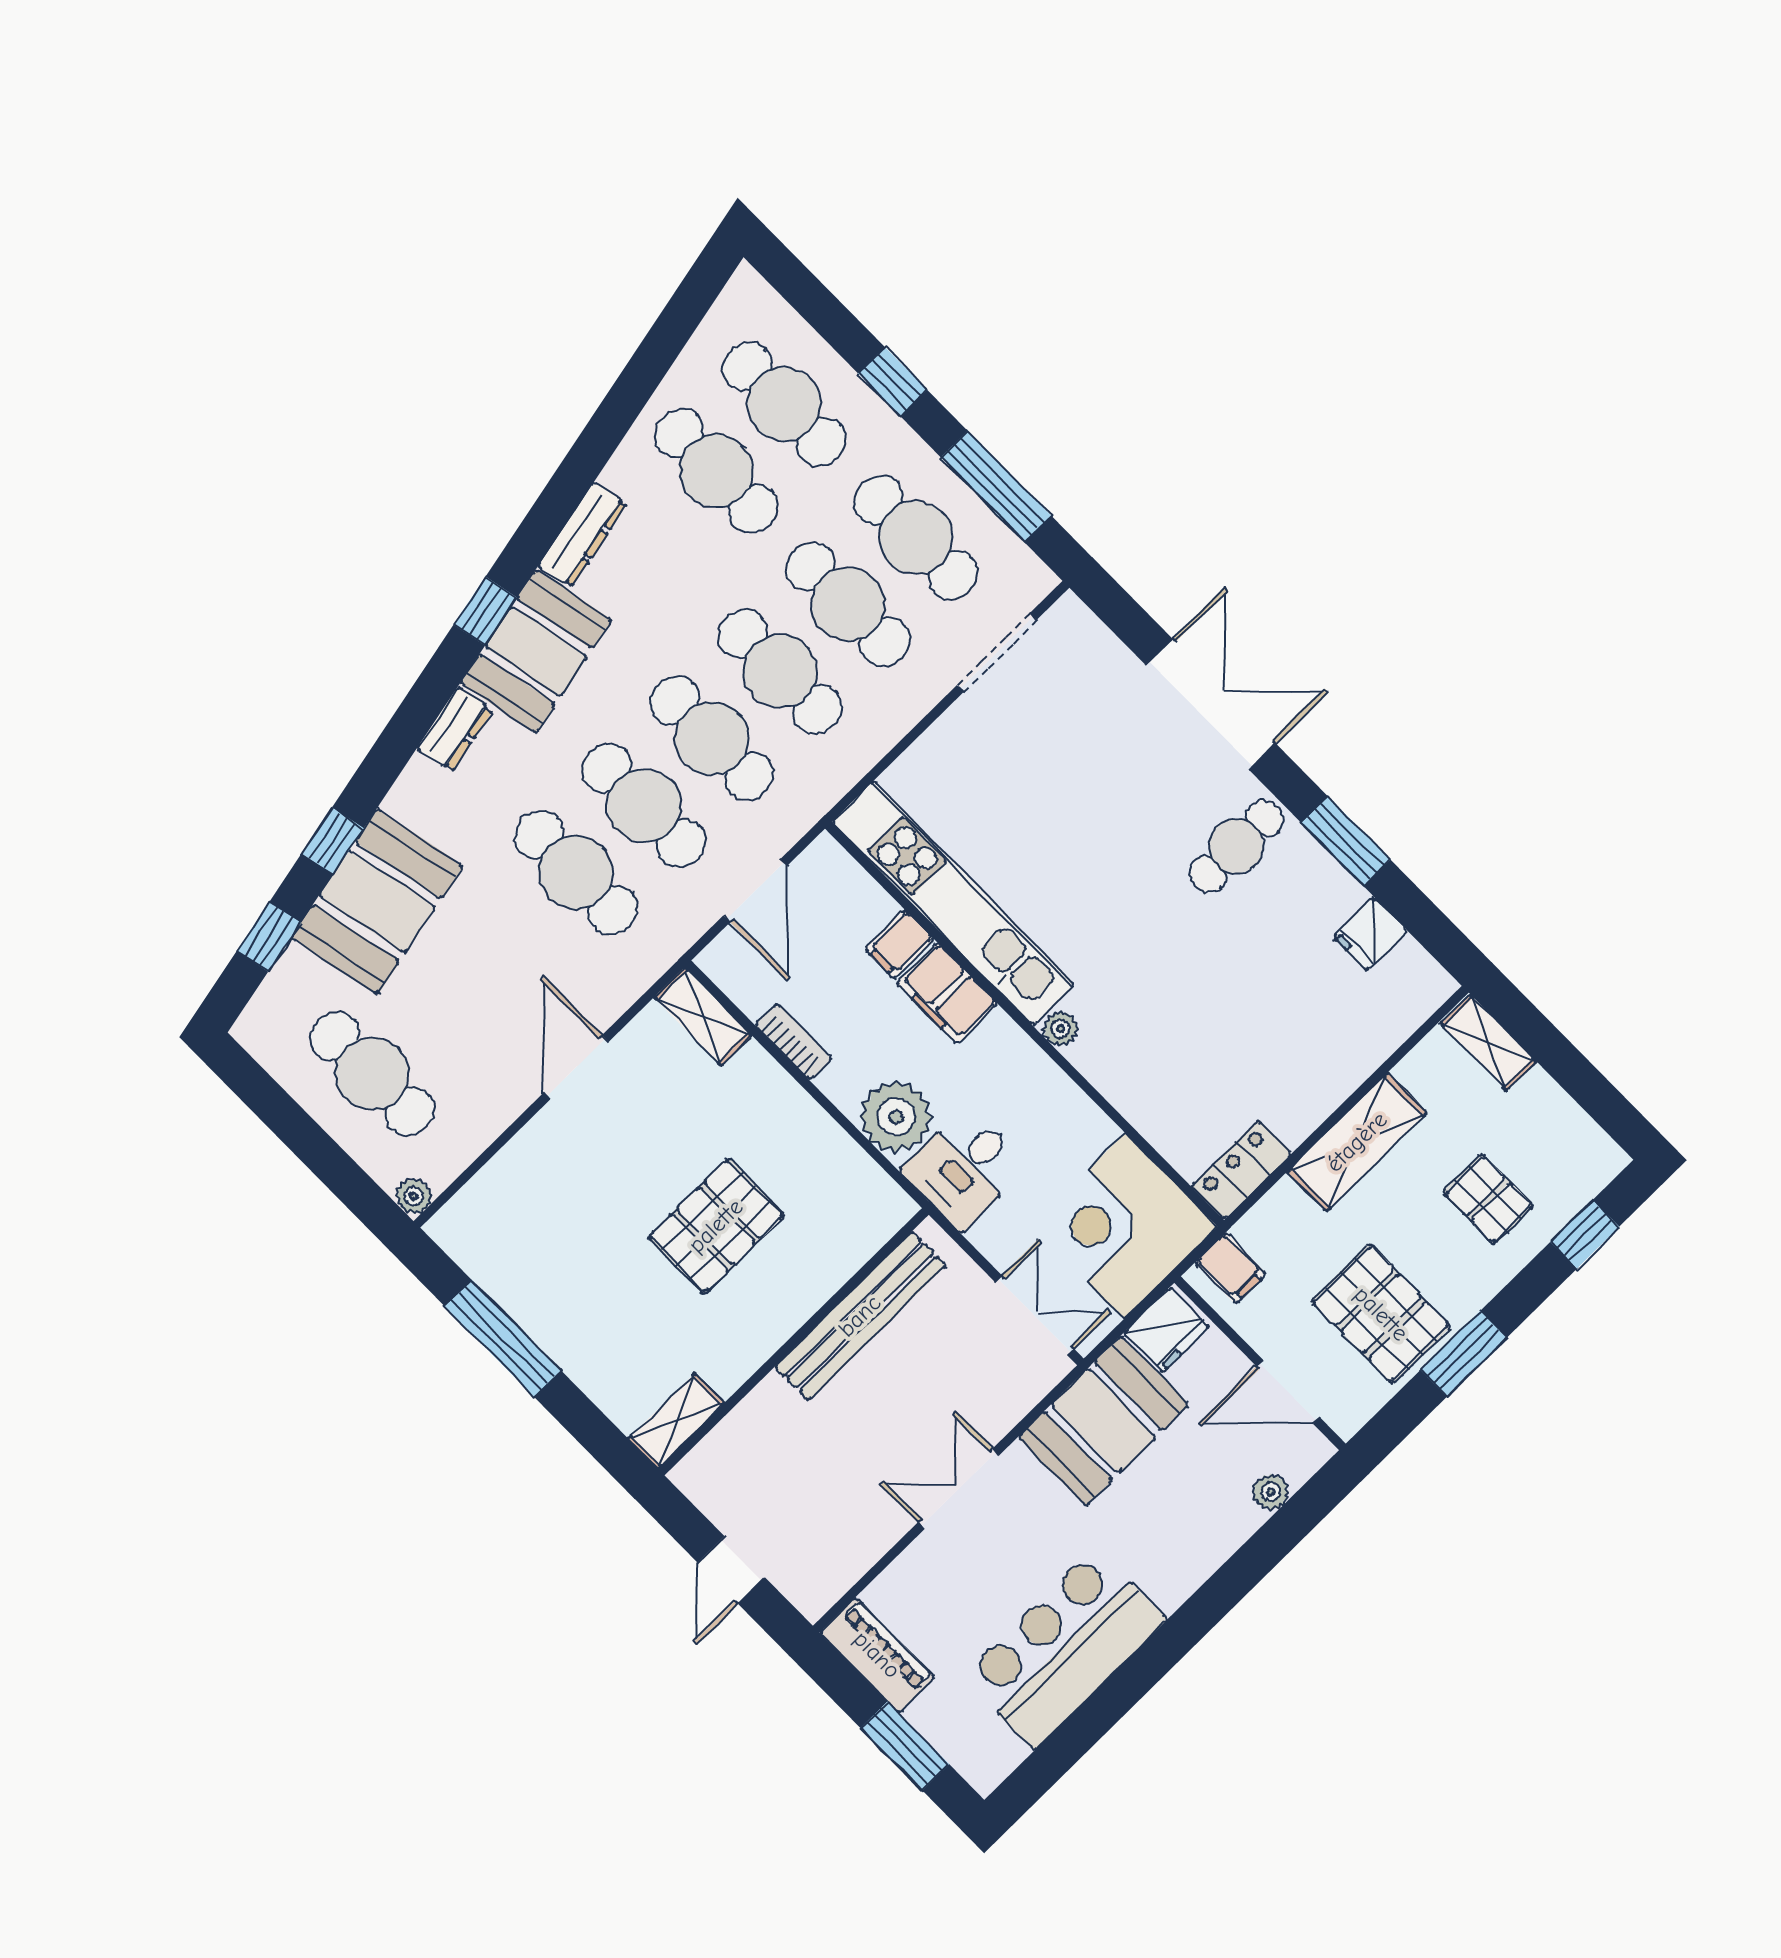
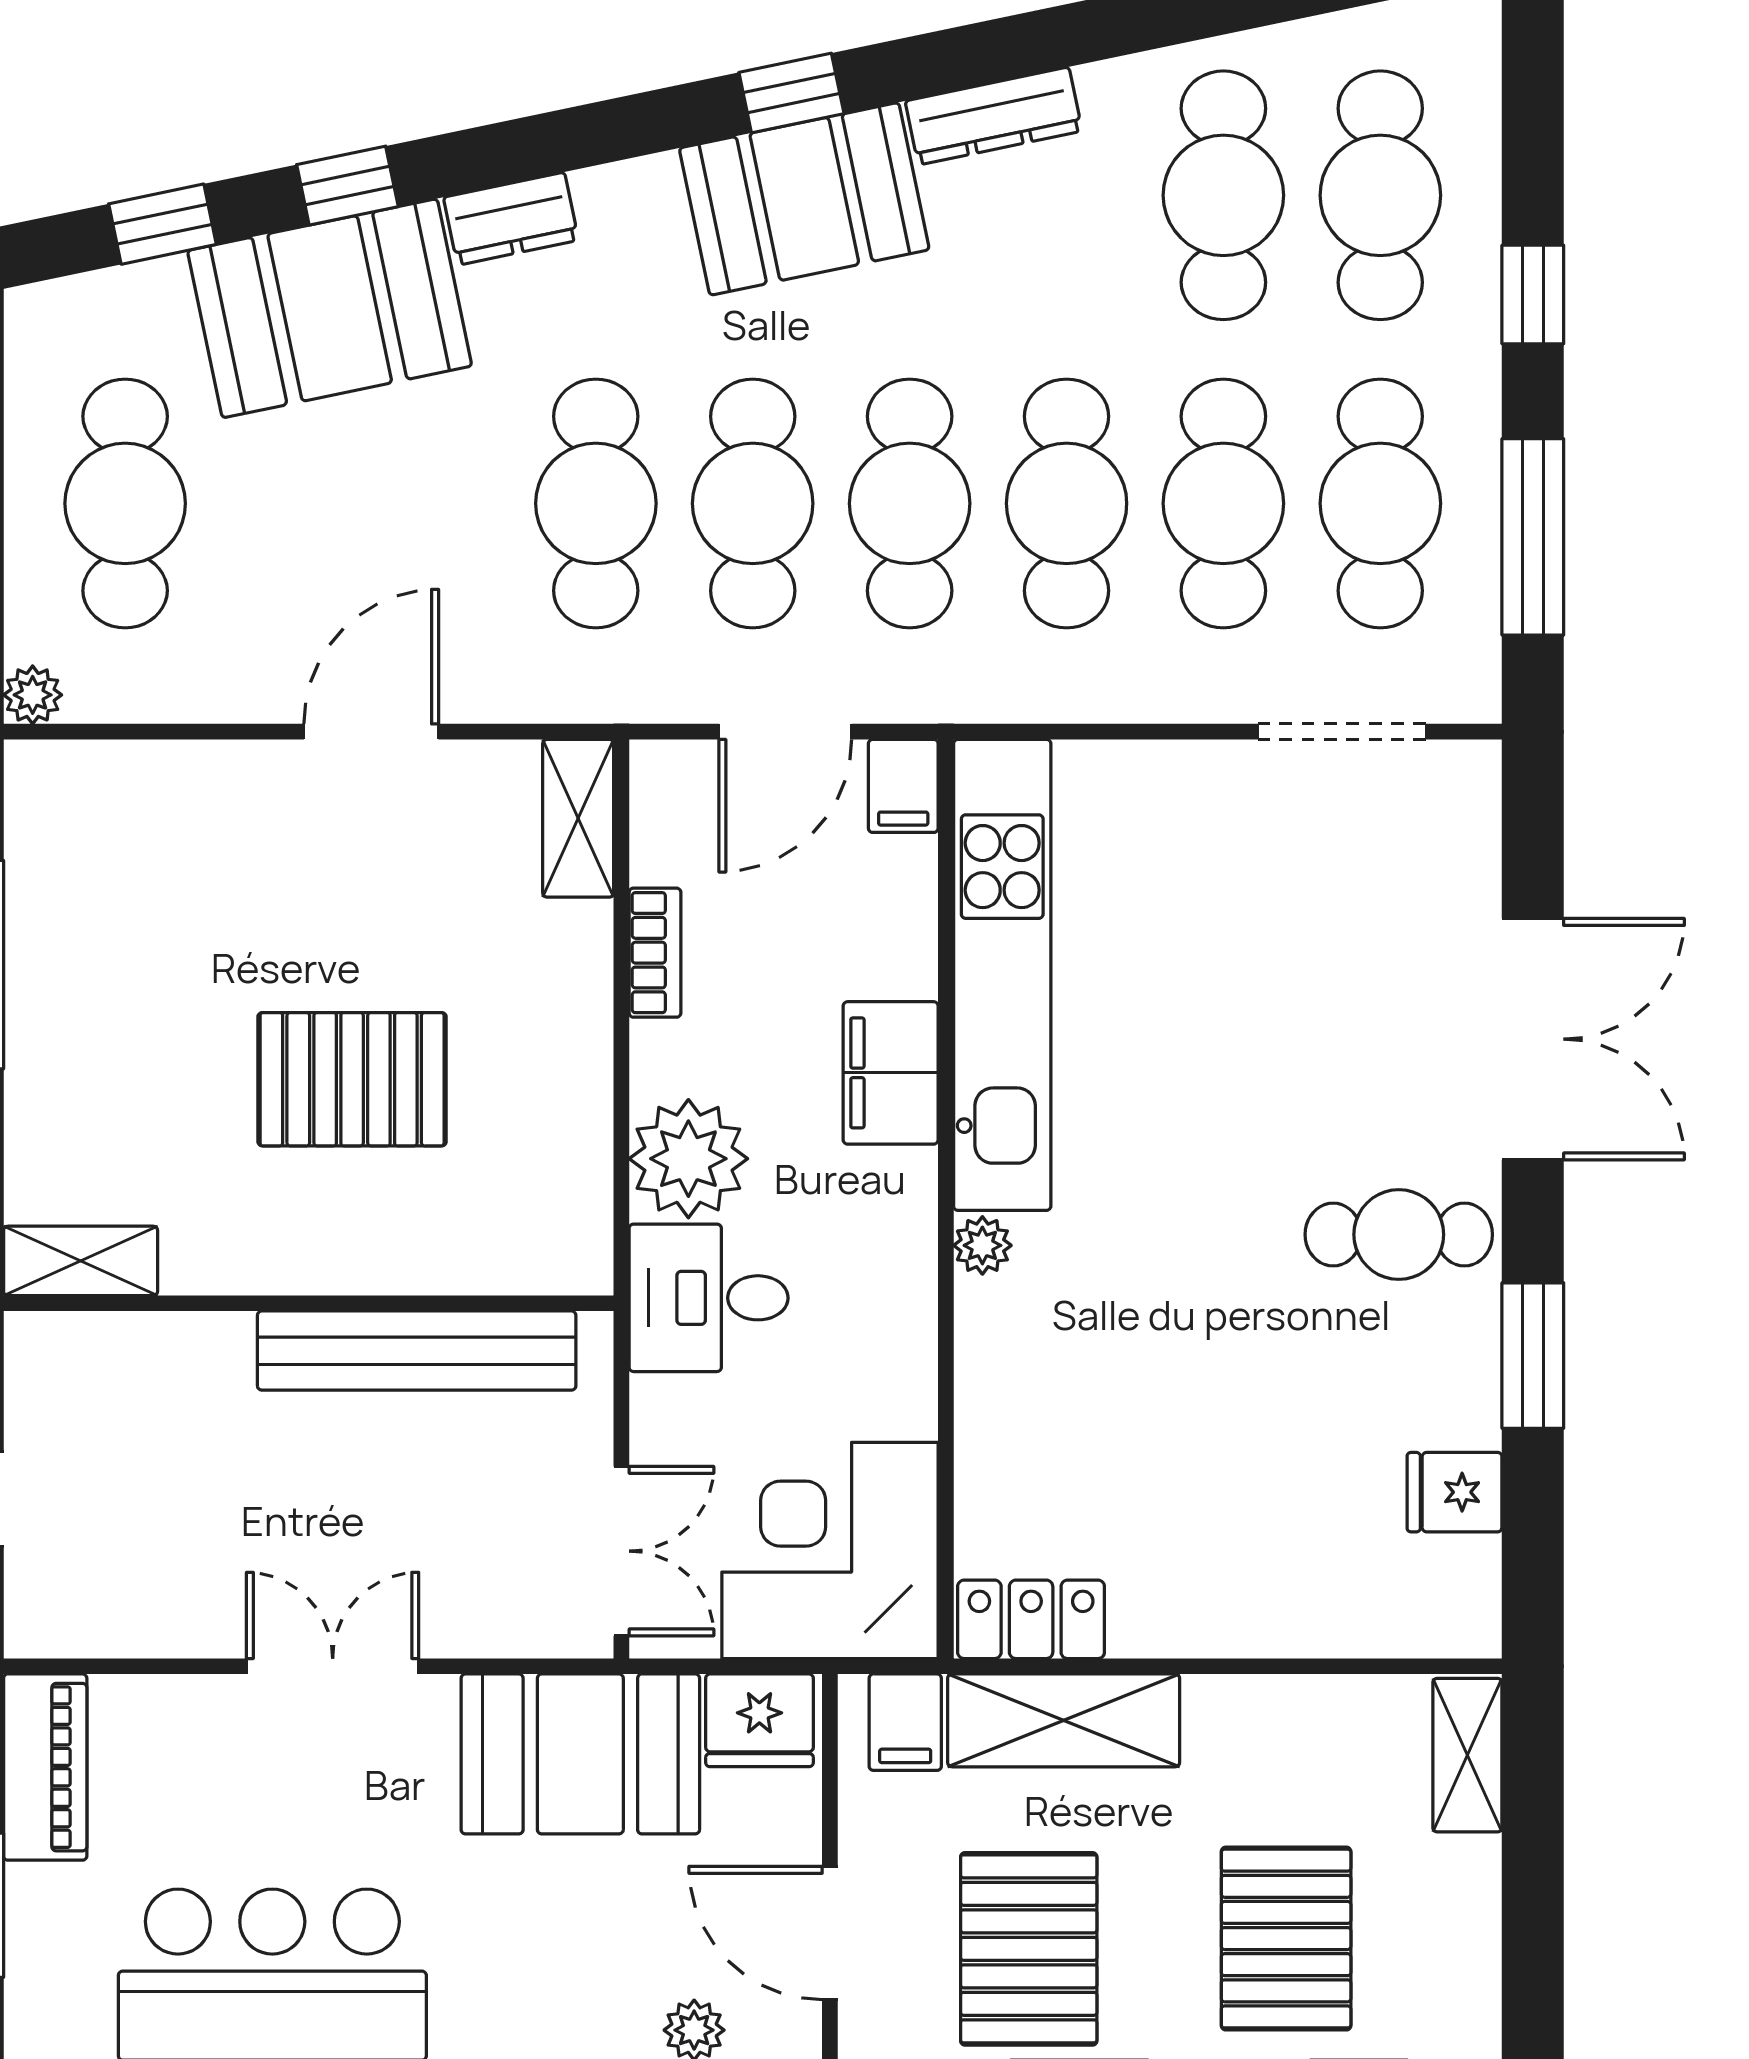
dresser: (455, 729) -> (511, 219), moved
filing cabinet: (899, 944) -> (903, 786), moved, turned -90
shelving: (1357, 1142) -> (1064, 1720), moved
pallet: (1488, 1199) -> (1286, 1939), width x1.50, depth x1.42

